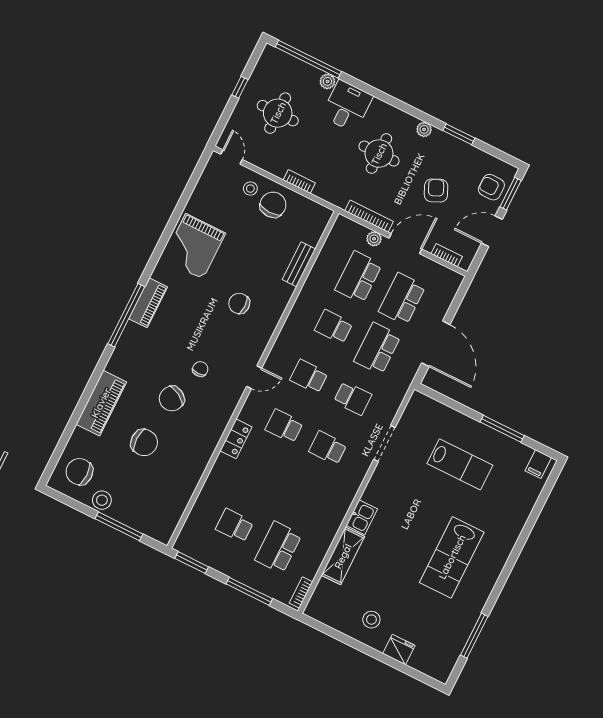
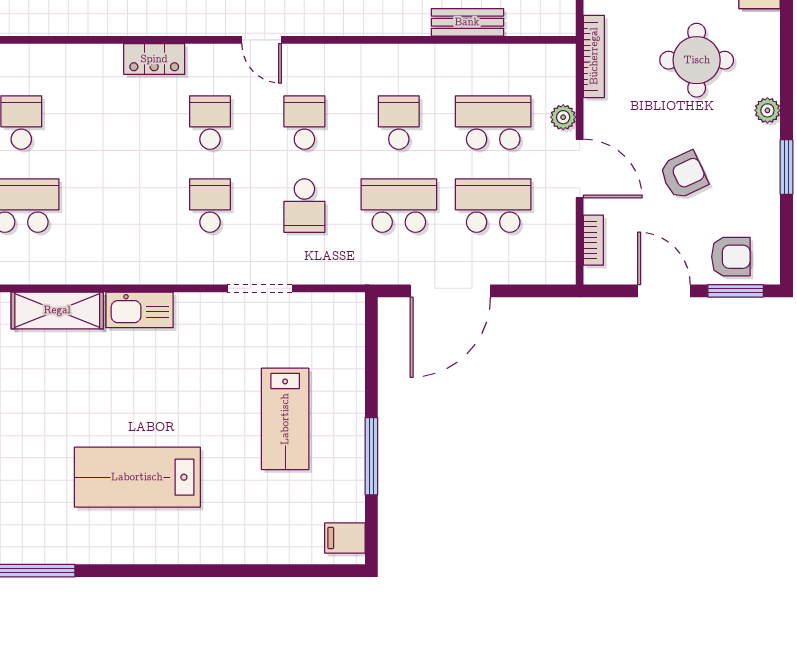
armchair: (491, 187) -> (731, 257), turned 90
bookcase: (369, 216) -> (594, 56), moved
kitchen sink: (362, 517) -> (140, 310), width x1.38

